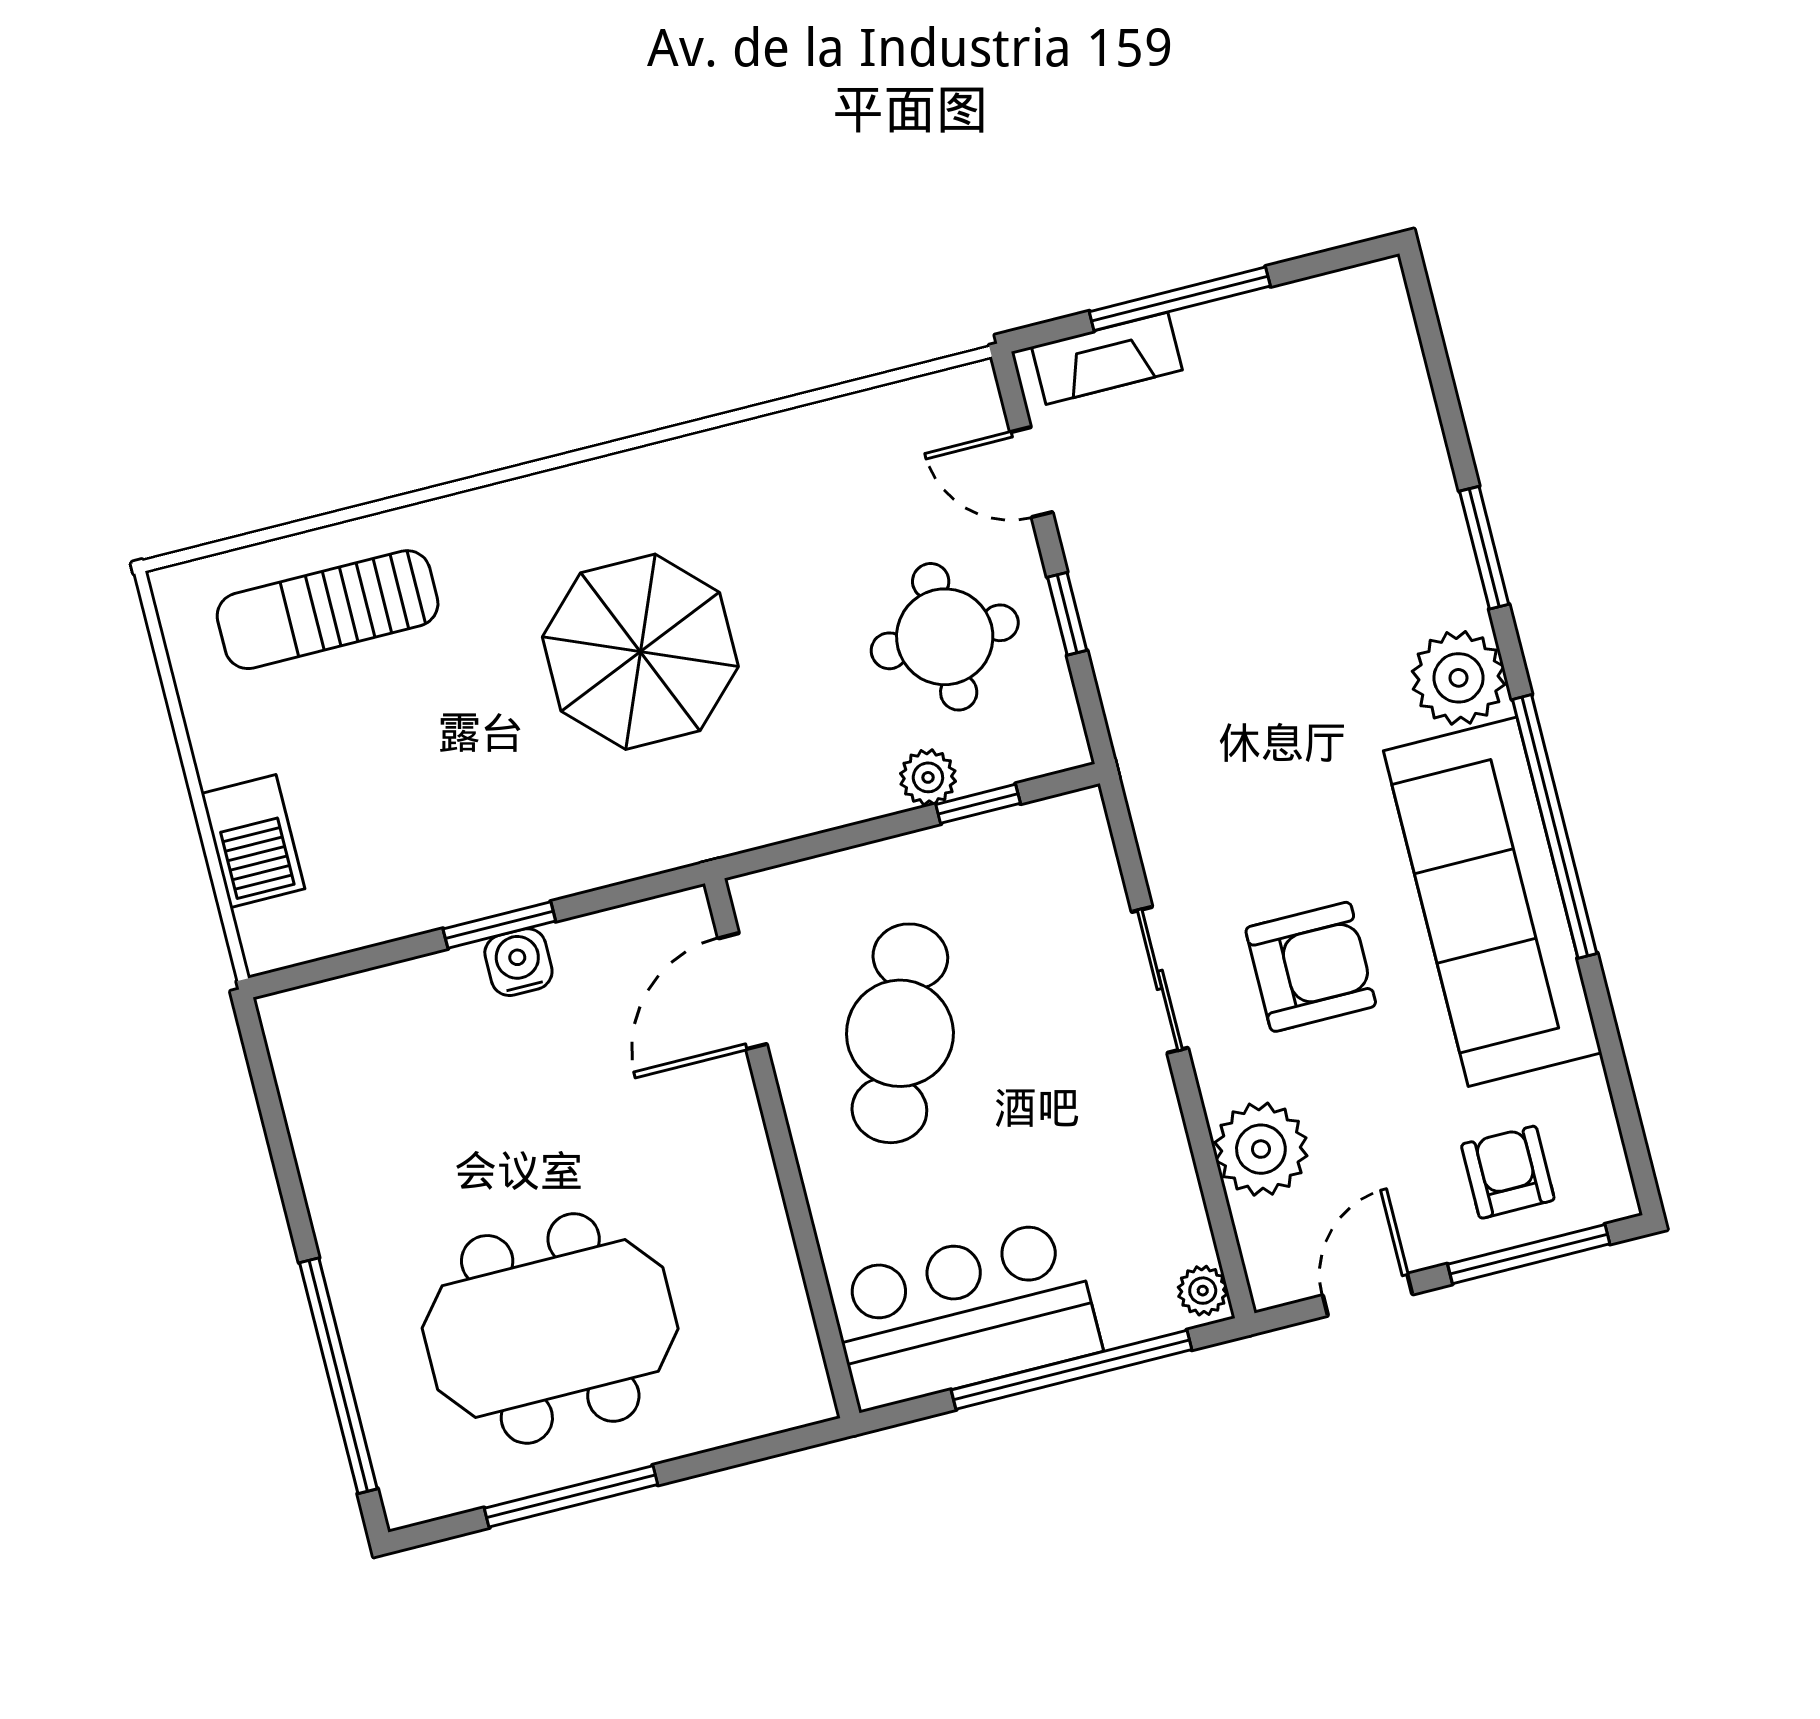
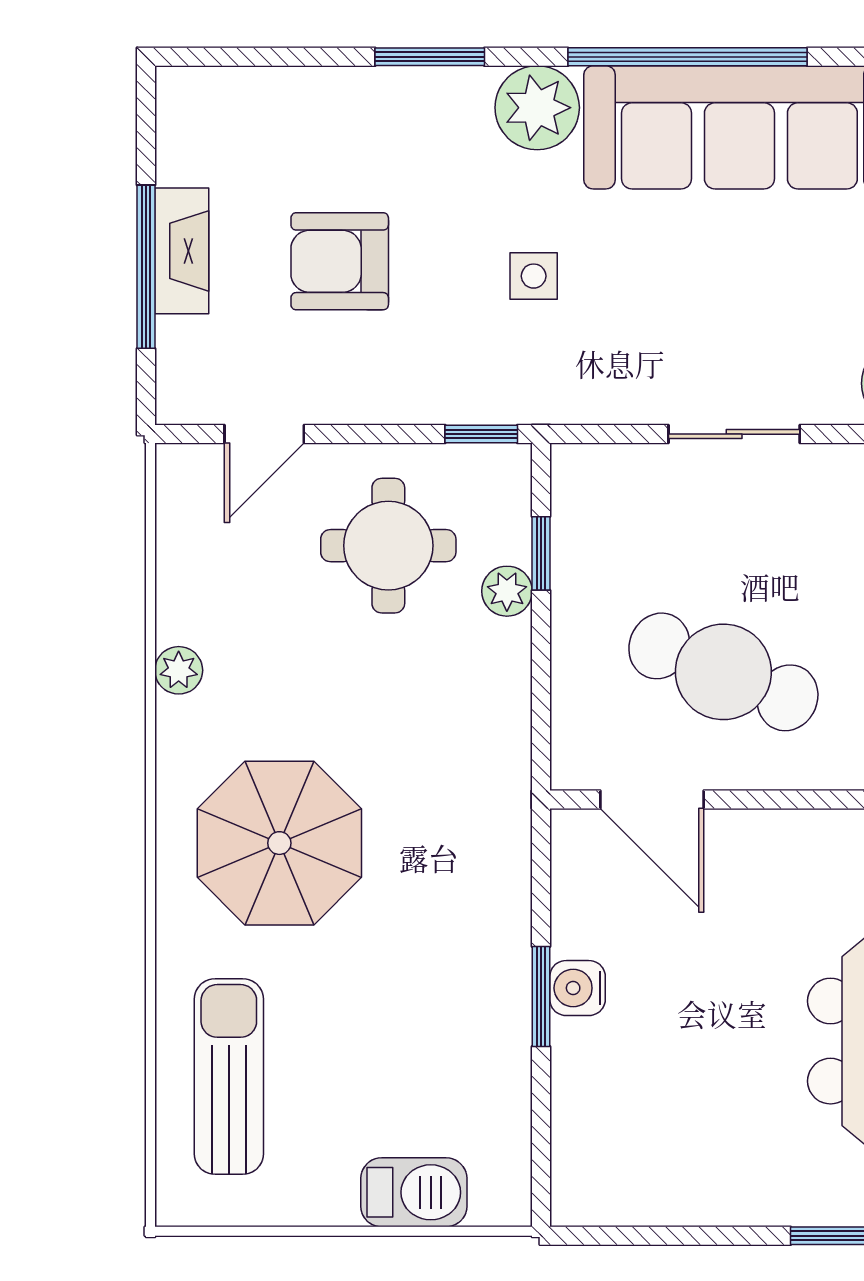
fireplace: (1107, 358) -> (182, 251), moved
plant: (753, 444) -> (179, 670), added
sun lounger: (328, 610) -> (229, 1077), turned 180
window: (1067, 614) -> (481, 434), moved
parasol: (640, 652) -> (279, 843), moved
side table: (1276, 720) -> (534, 276), added
armchair: (1311, 967) -> (340, 261), moved, turned -90

